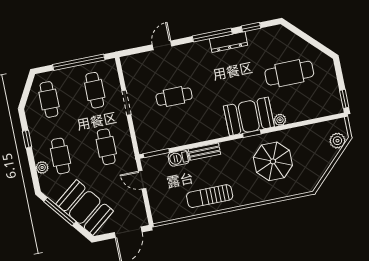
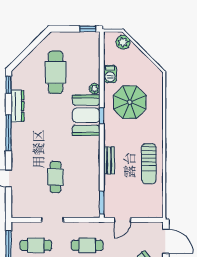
window: (251, 27) -> (9, 85), moved
dresser: (229, 42) -> (18, 106), moved
barbecue: (179, 158) -> (110, 74), moved

